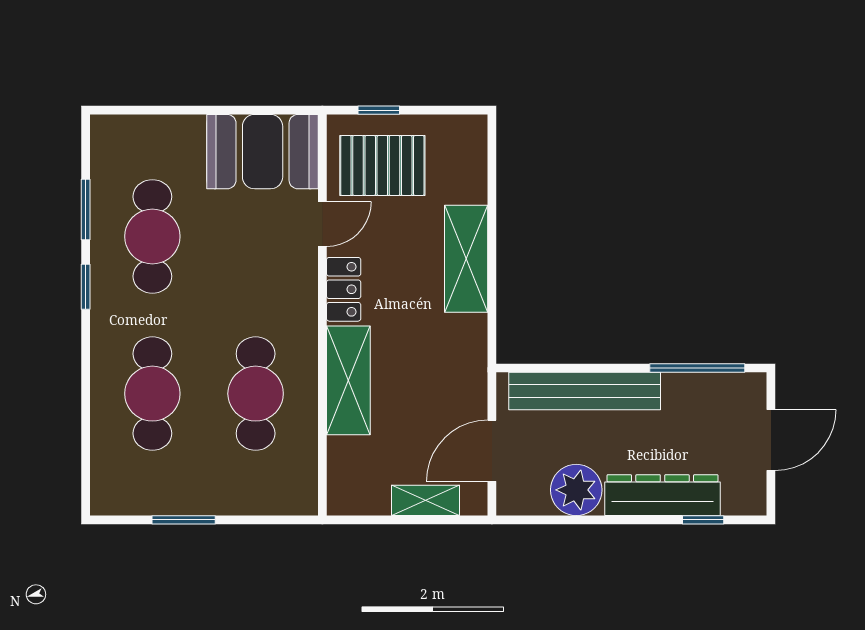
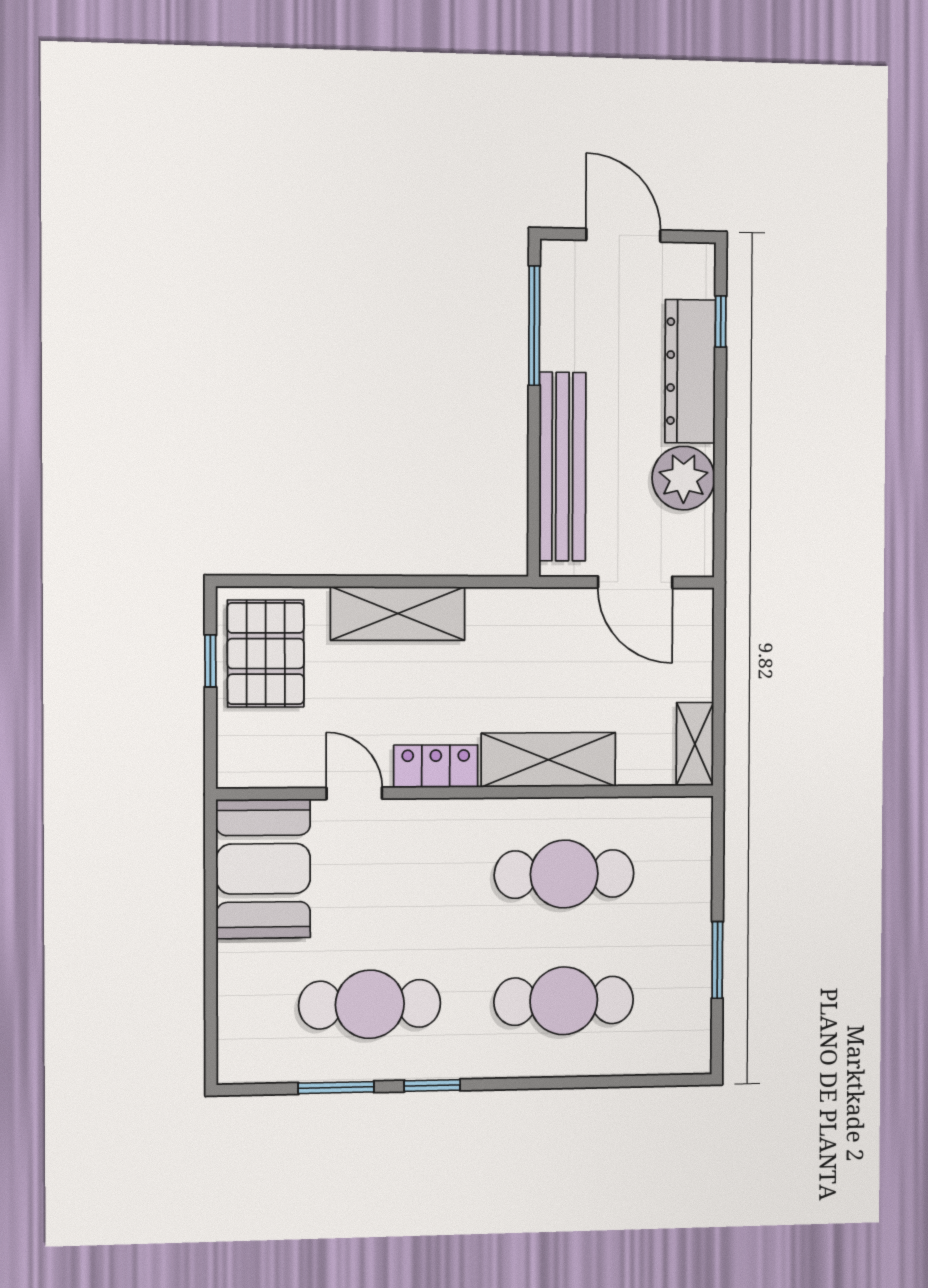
window: (379, 110) -> (210, 661), moved
pallet: (382, 166) -> (266, 654), moved
shelving: (425, 500) -> (695, 744), moved

